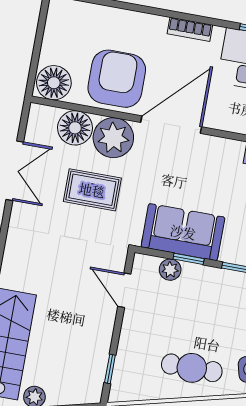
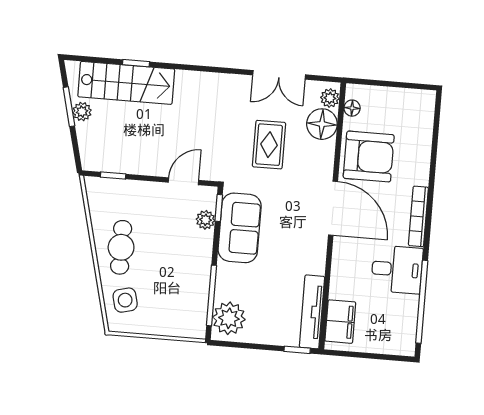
bookcase: (190, 29) -> (418, 216), width x1.56
floor lamp: (54, 83) -> (352, 108), width x0.53, depth x0.53
plant: (113, 138) -> (330, 98), moved, width x0.53, depth x0.53
window: (189, 259) -> (219, 208), moved

